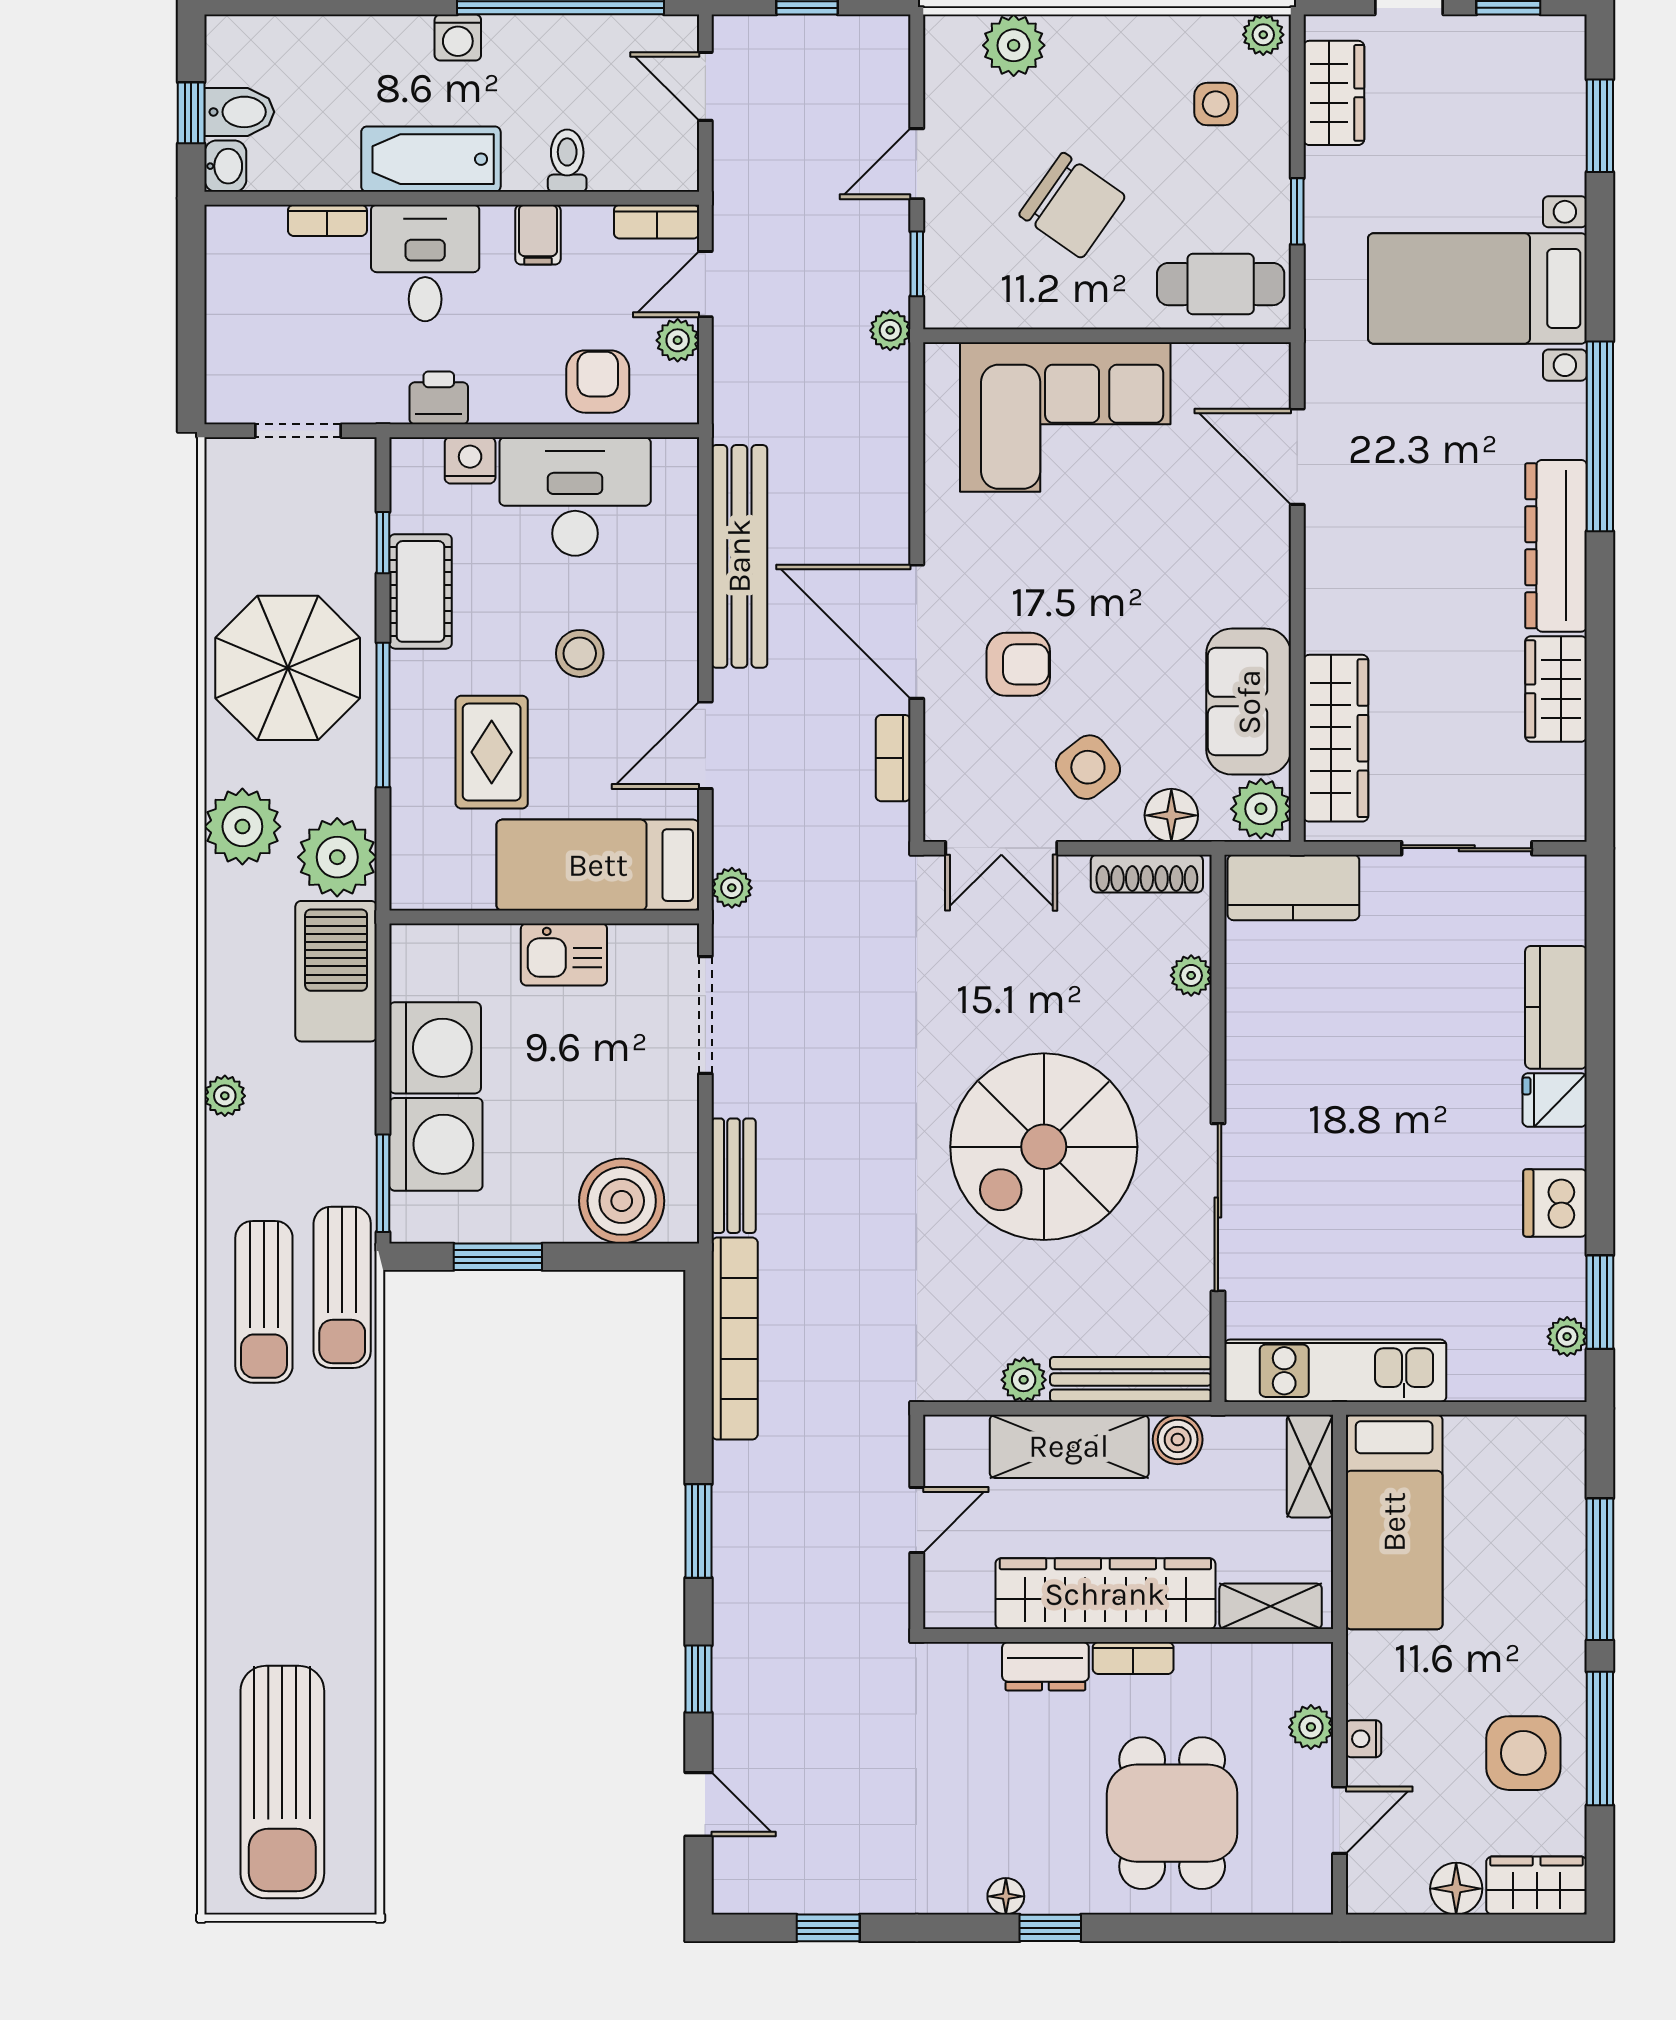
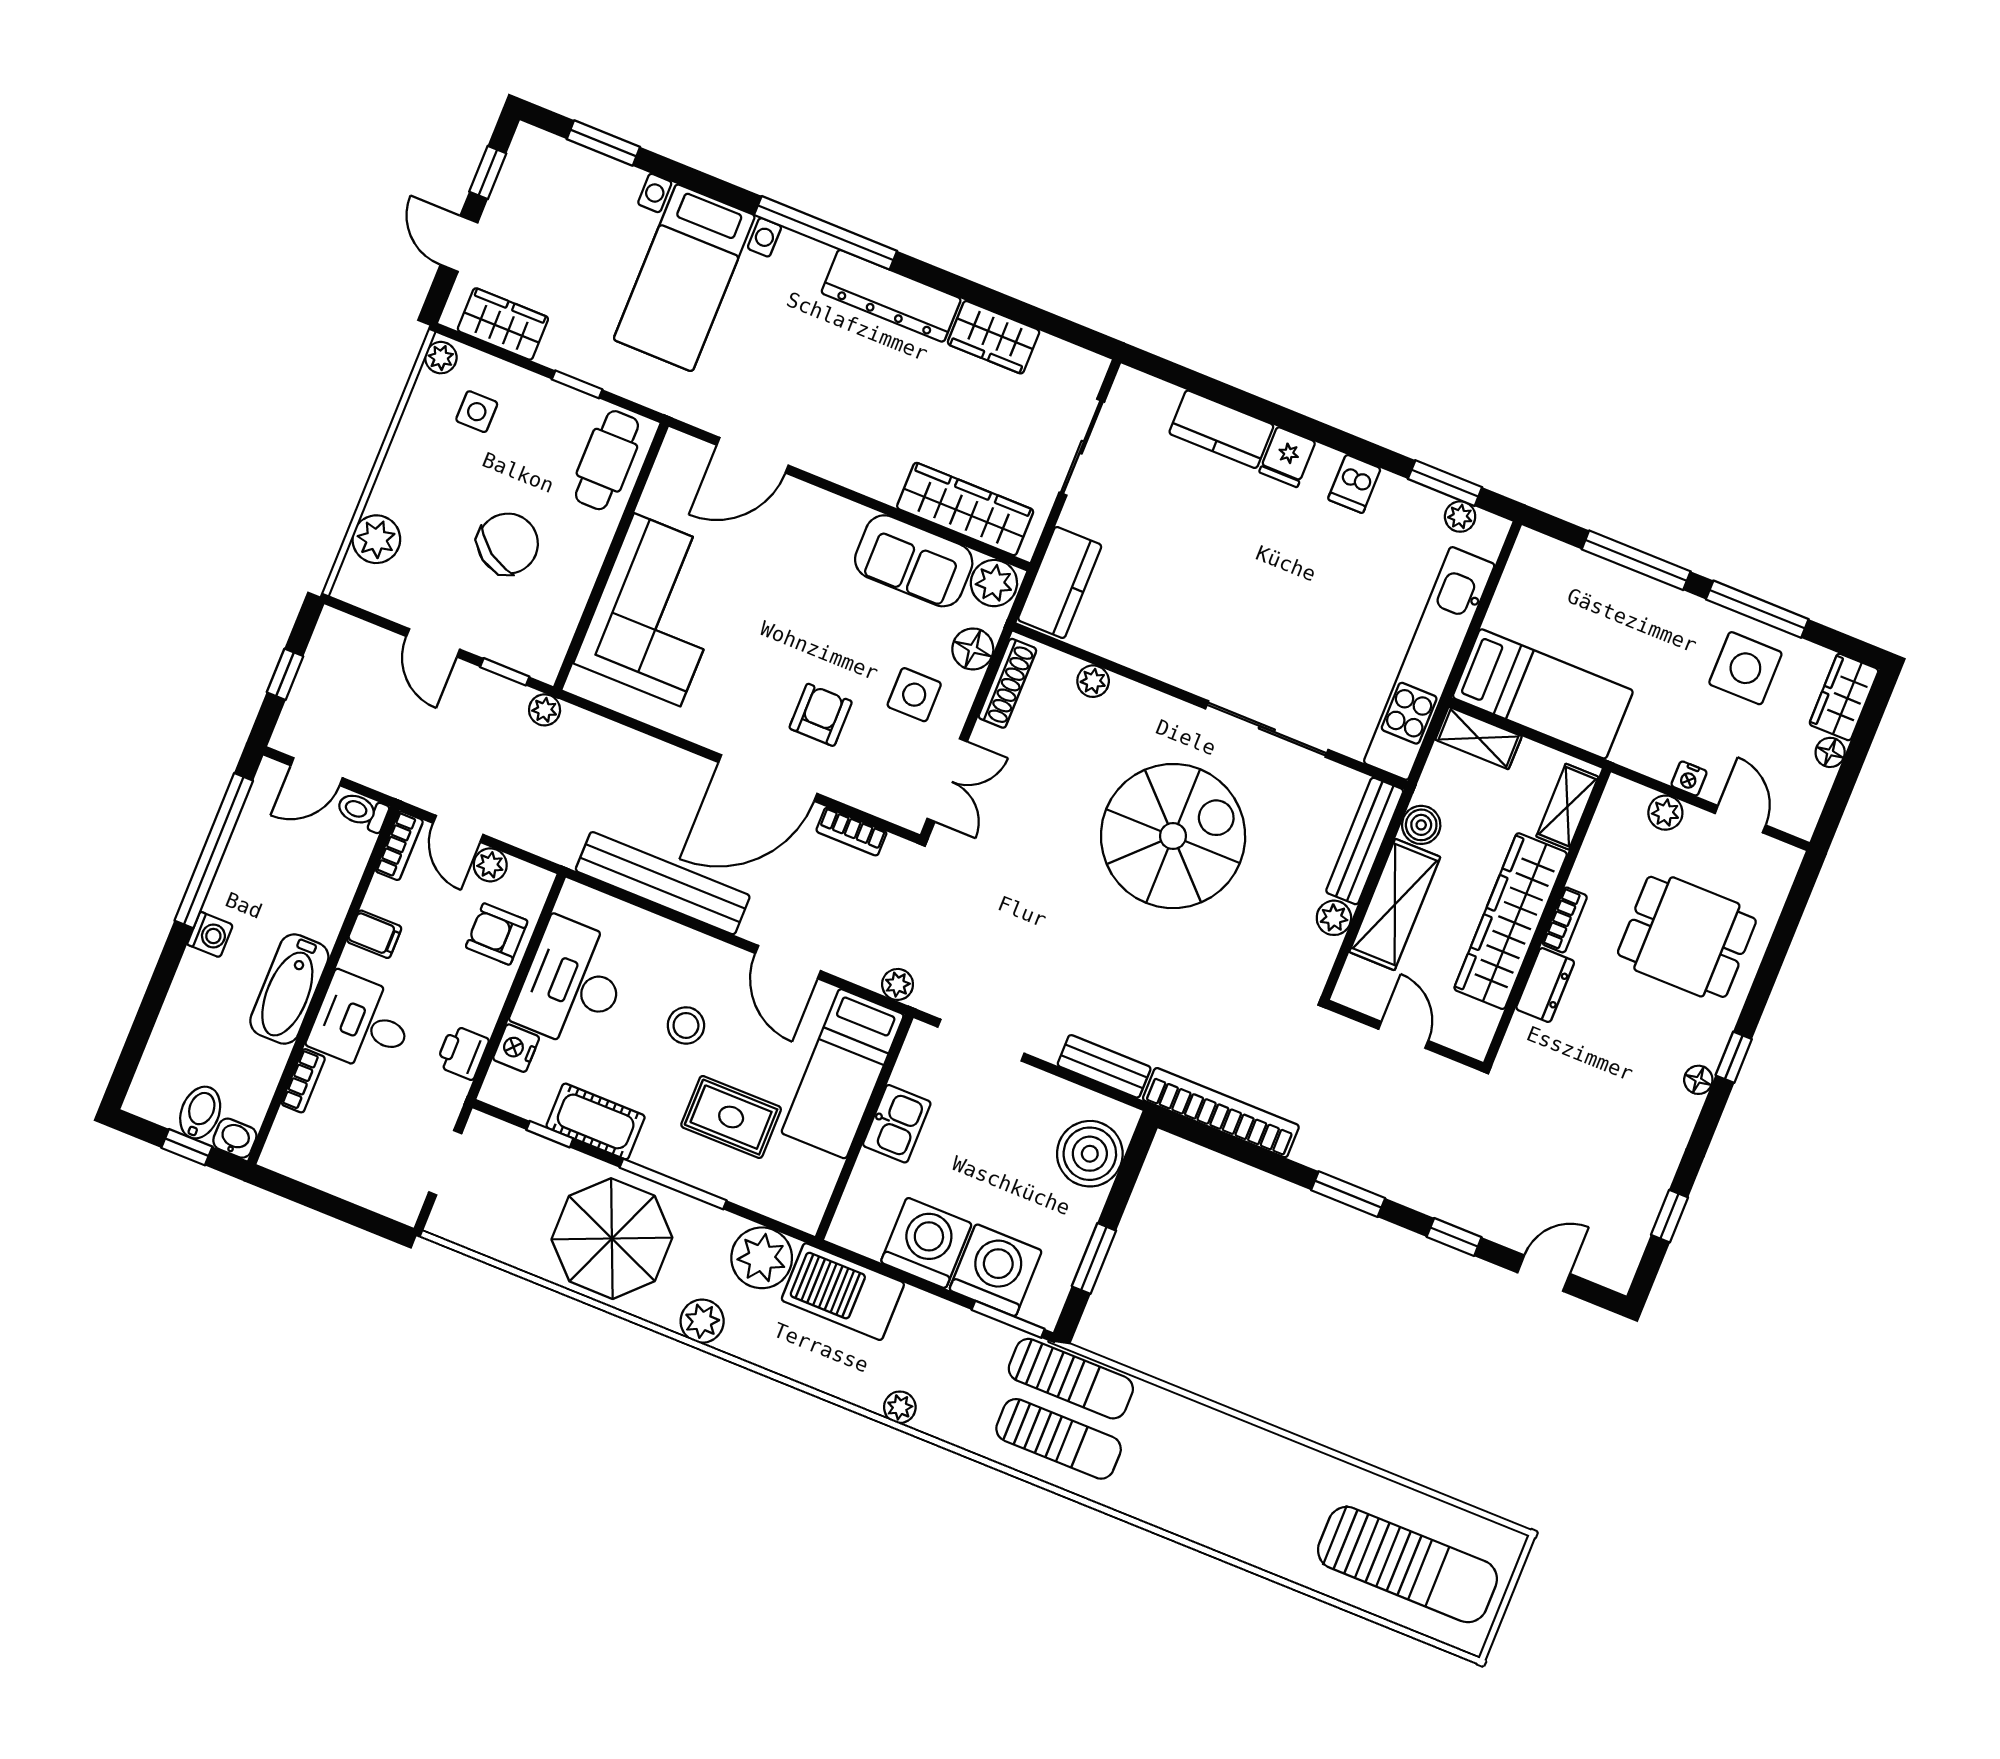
toilet: (567, 161) -> (362, 811), moved
side table: (1088, 767) -> (914, 695), turned 38
plant: (242, 827) -> (702, 1321), width x0.73, depth x0.73
spiral stairs: (1044, 1147) -> (1173, 836), turned -90
dishwasher: (1555, 1203) -> (1354, 484), width x0.73
kitchen unit: (1335, 1371) -> (1429, 663), width x1.36
floor lamp: (1456, 1889) -> (1830, 752), width x0.73, depth x0.73

